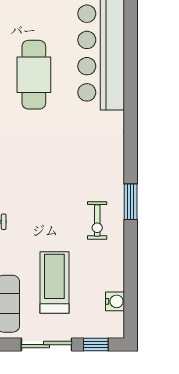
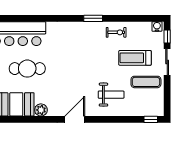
exercise bike: (97, 221) -> (116, 32), moved
water cooler: (115, 301) -> (157, 26), moved

